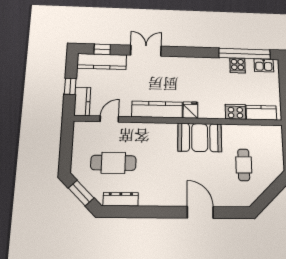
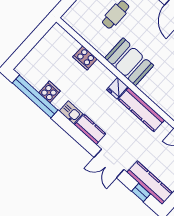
kitchen sink: (264, 65) -> (71, 112), moved
kitchen counter: (261, 113) -> (90, 129), moved, turned 180

